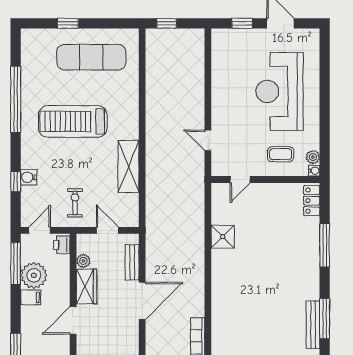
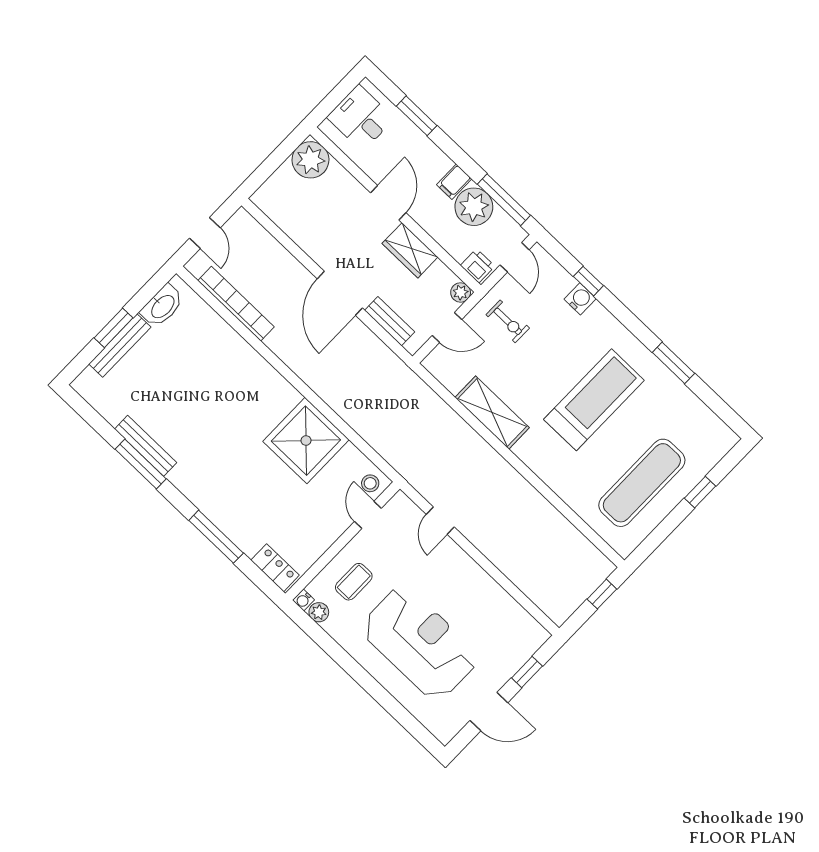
window: (16, 99) -> (673, 363), width x0.47
door: (208, 140) -> (440, 521), swing flipped
stool: (223, 194) -> (370, 483), added
shower: (223, 237) -> (306, 441), width x1.86, depth x1.86
plant: (83, 261) -> (461, 292), moved

